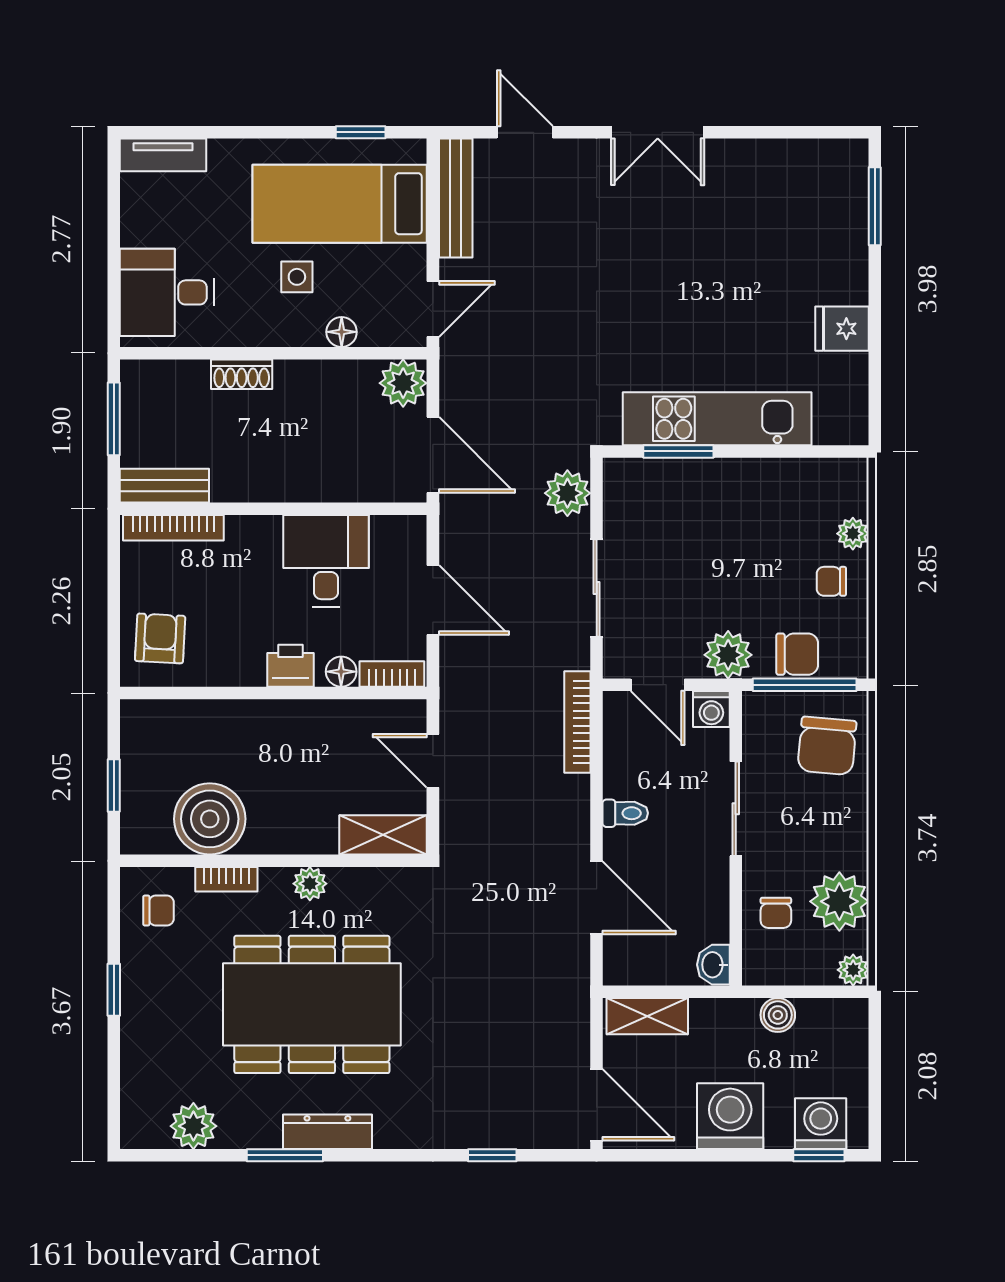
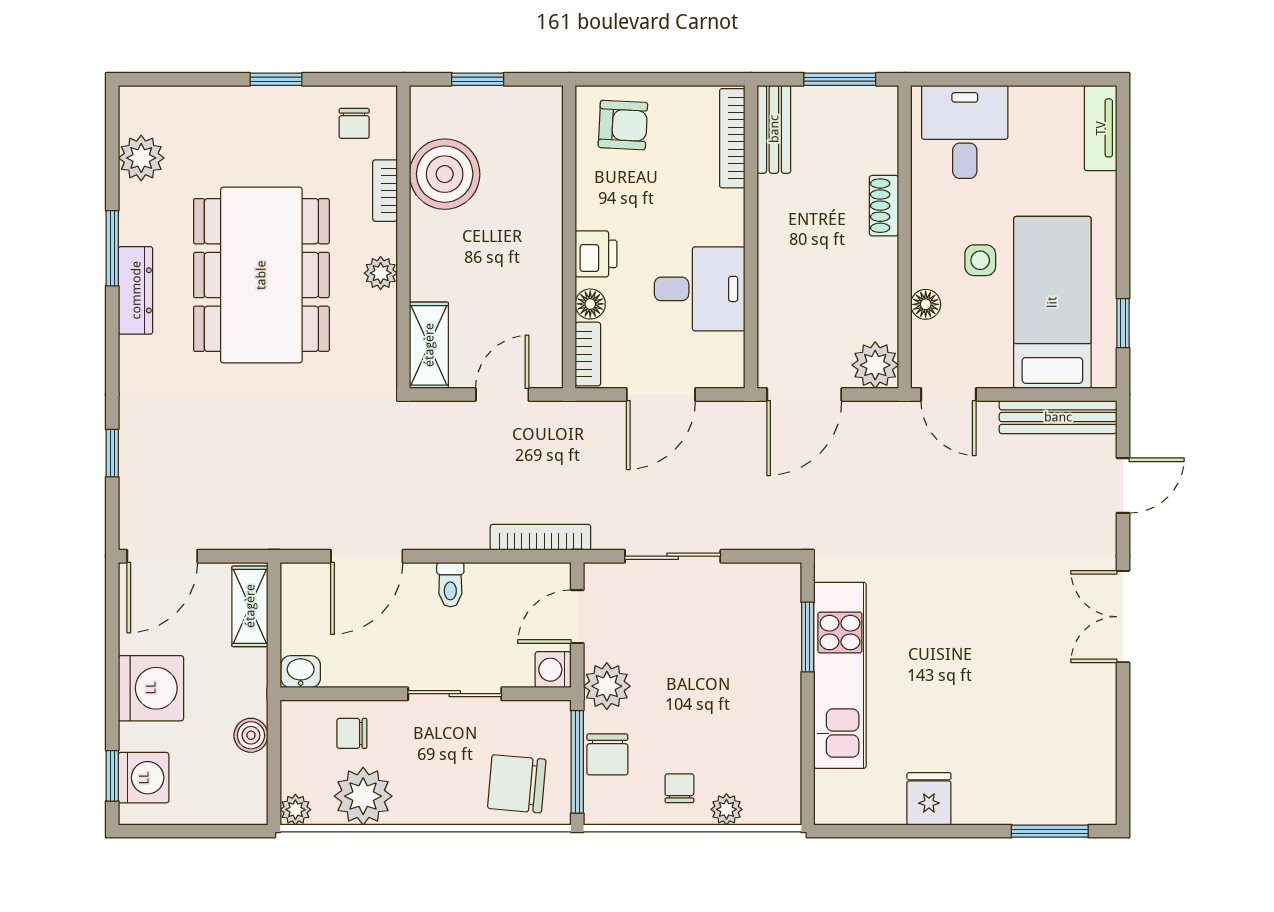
plant: (567, 493) -> (766, 528), removed

